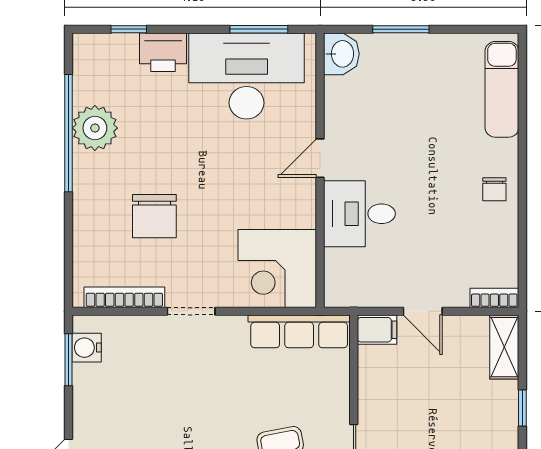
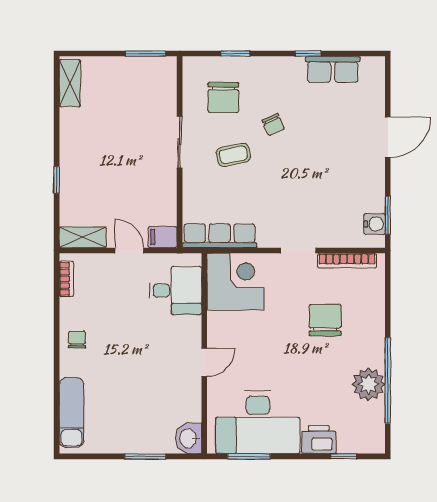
desk: (359, 214) -> (176, 290), moved
bookcase: (494, 298) -> (66, 279), moved, turned -90
shelving: (504, 347) -> (83, 237), moved, turned 90

